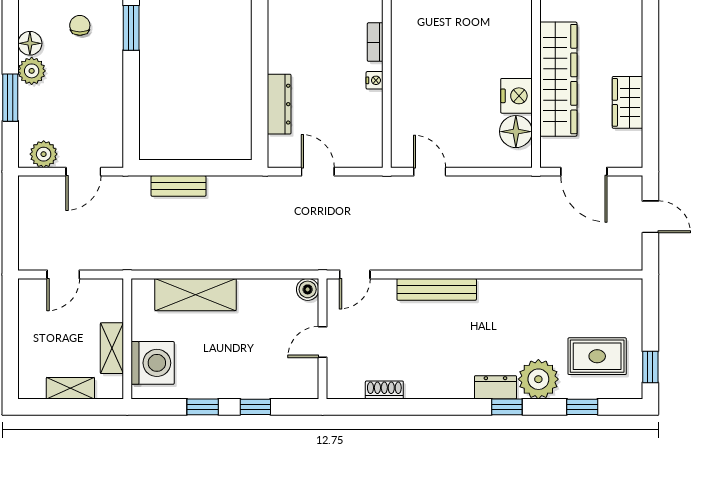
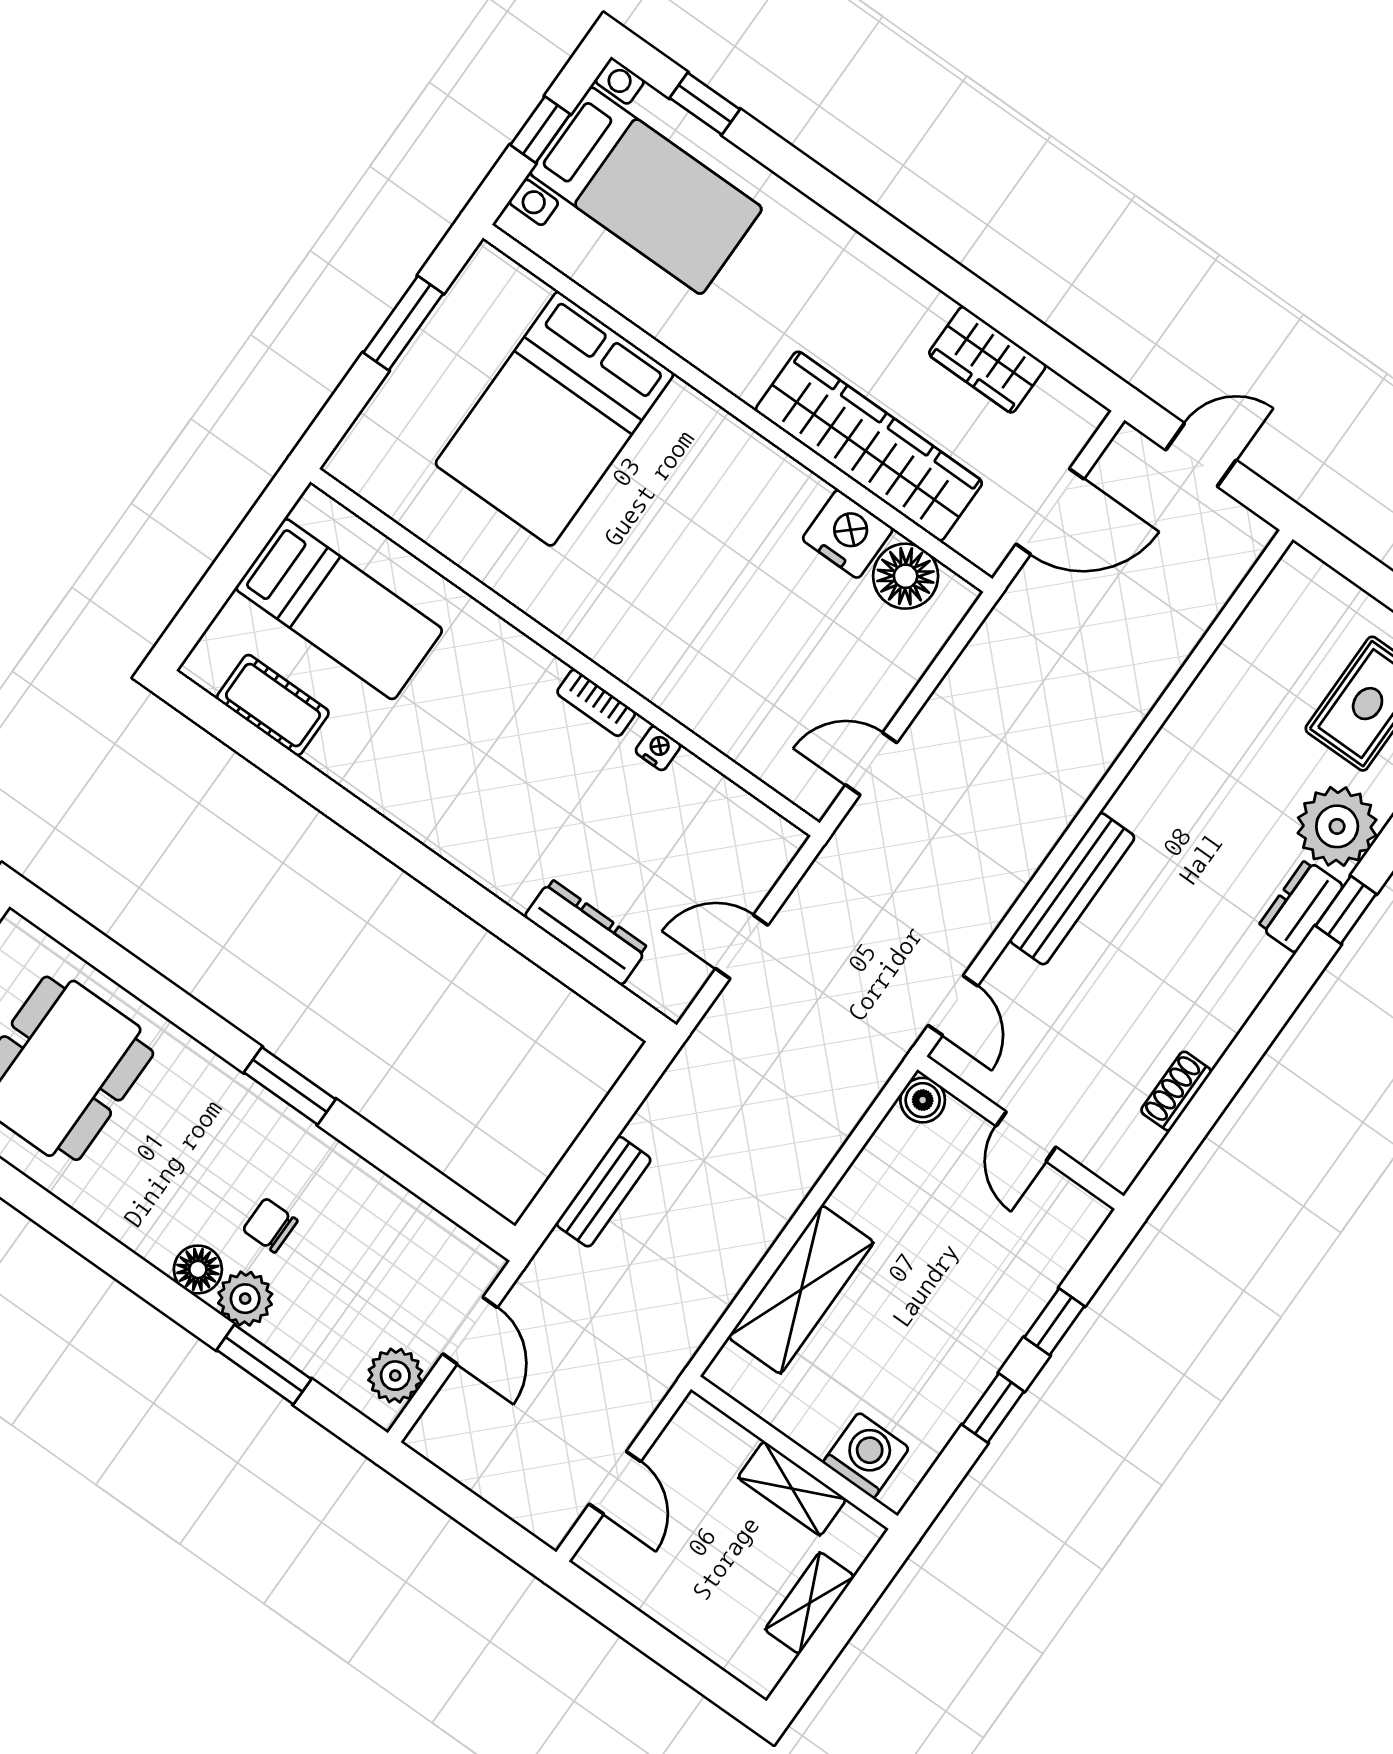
chair: (80, 25) -> (270, 1225), moved
washing machine: (153, 363) -> (866, 1455), width x0.73, depth x0.73

